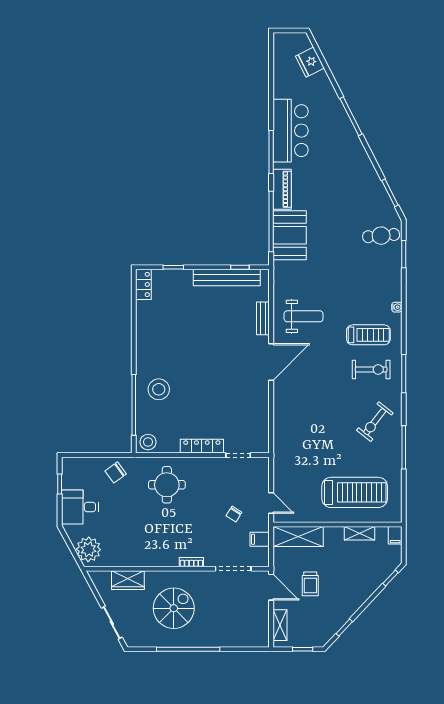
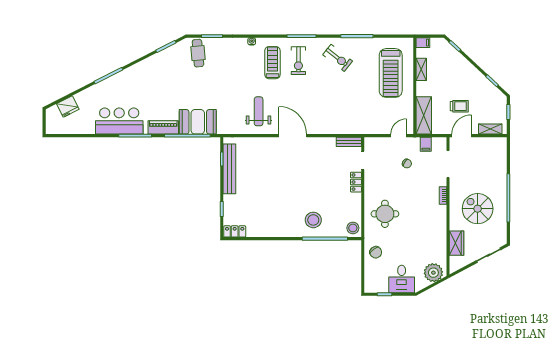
bench: (263, 318) -> (349, 142), moved
exercise bike: (371, 369) -> (298, 61), turned 180
locker: (202, 446) -> (356, 182), width x0.66
treadmill: (355, 492) -> (391, 73), turned 180

